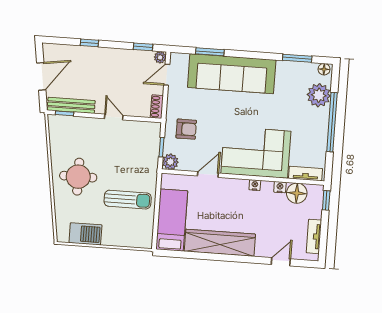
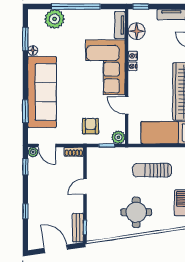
floor lamp: (324, 69) -> (33, 51), moved
bench: (71, 105) -> (78, 228), width x0.73
nightstand: (280, 187) -> (133, 56), moved
sun lounger: (128, 200) -> (152, 170), turned -90

